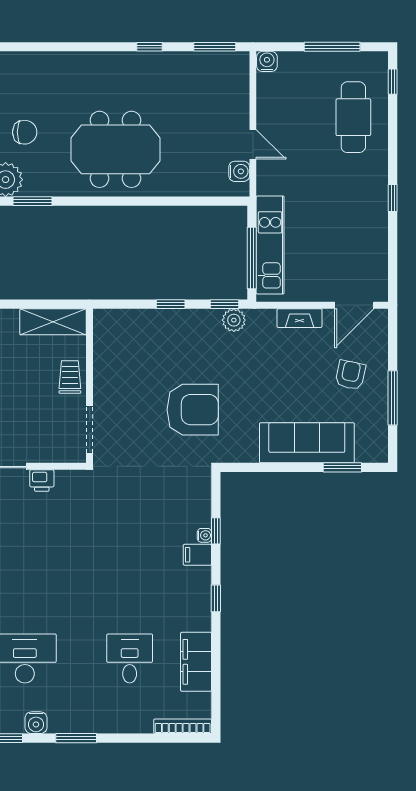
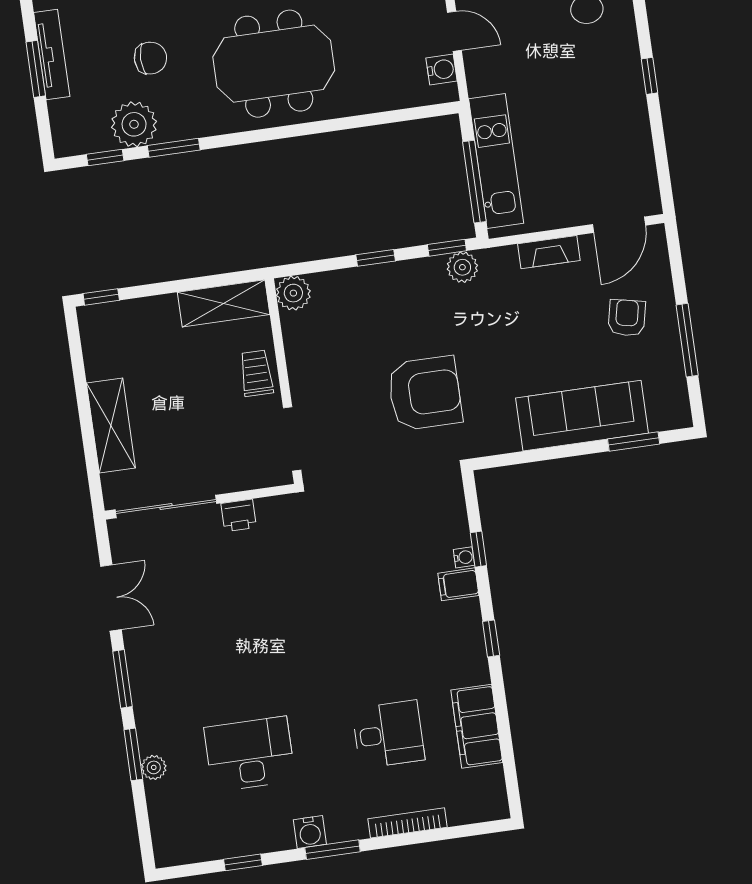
plant: (106, 321) -> (293, 293), added
desk: (130, 658) -> (388, 734), turned 90
water cooler: (36, 723) -> (310, 832), moved
bookcase: (183, 726) -> (408, 823), moved

